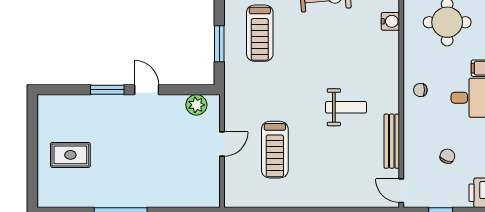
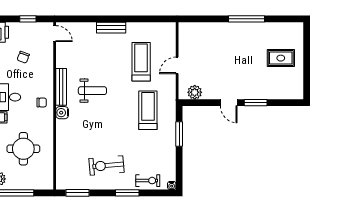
water cooler: (390, 21) -> (62, 113), moved
treadmill: (260, 33) -> (148, 110), moved
weight bench: (346, 107) -> (92, 91), turned 180
bench: (392, 141) -> (61, 87), moved
bench: (319, 200) -> (111, 28), added

